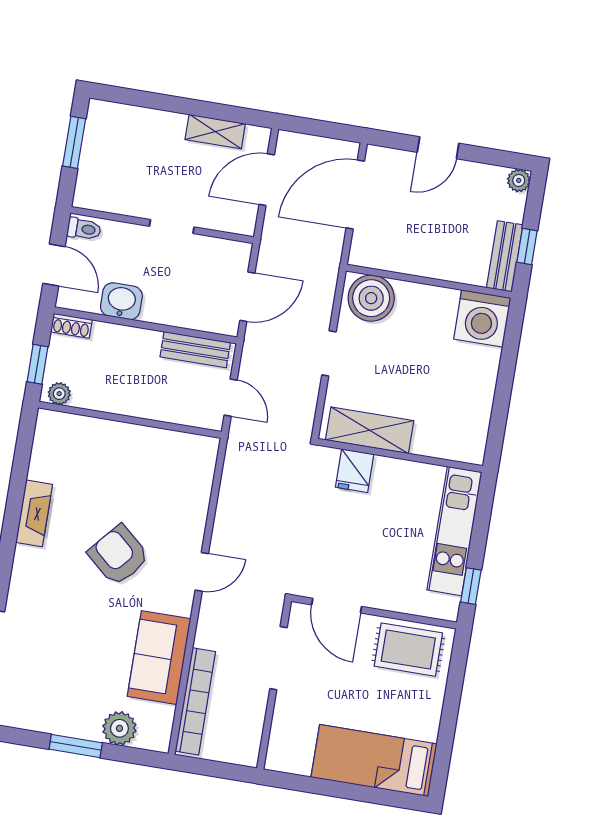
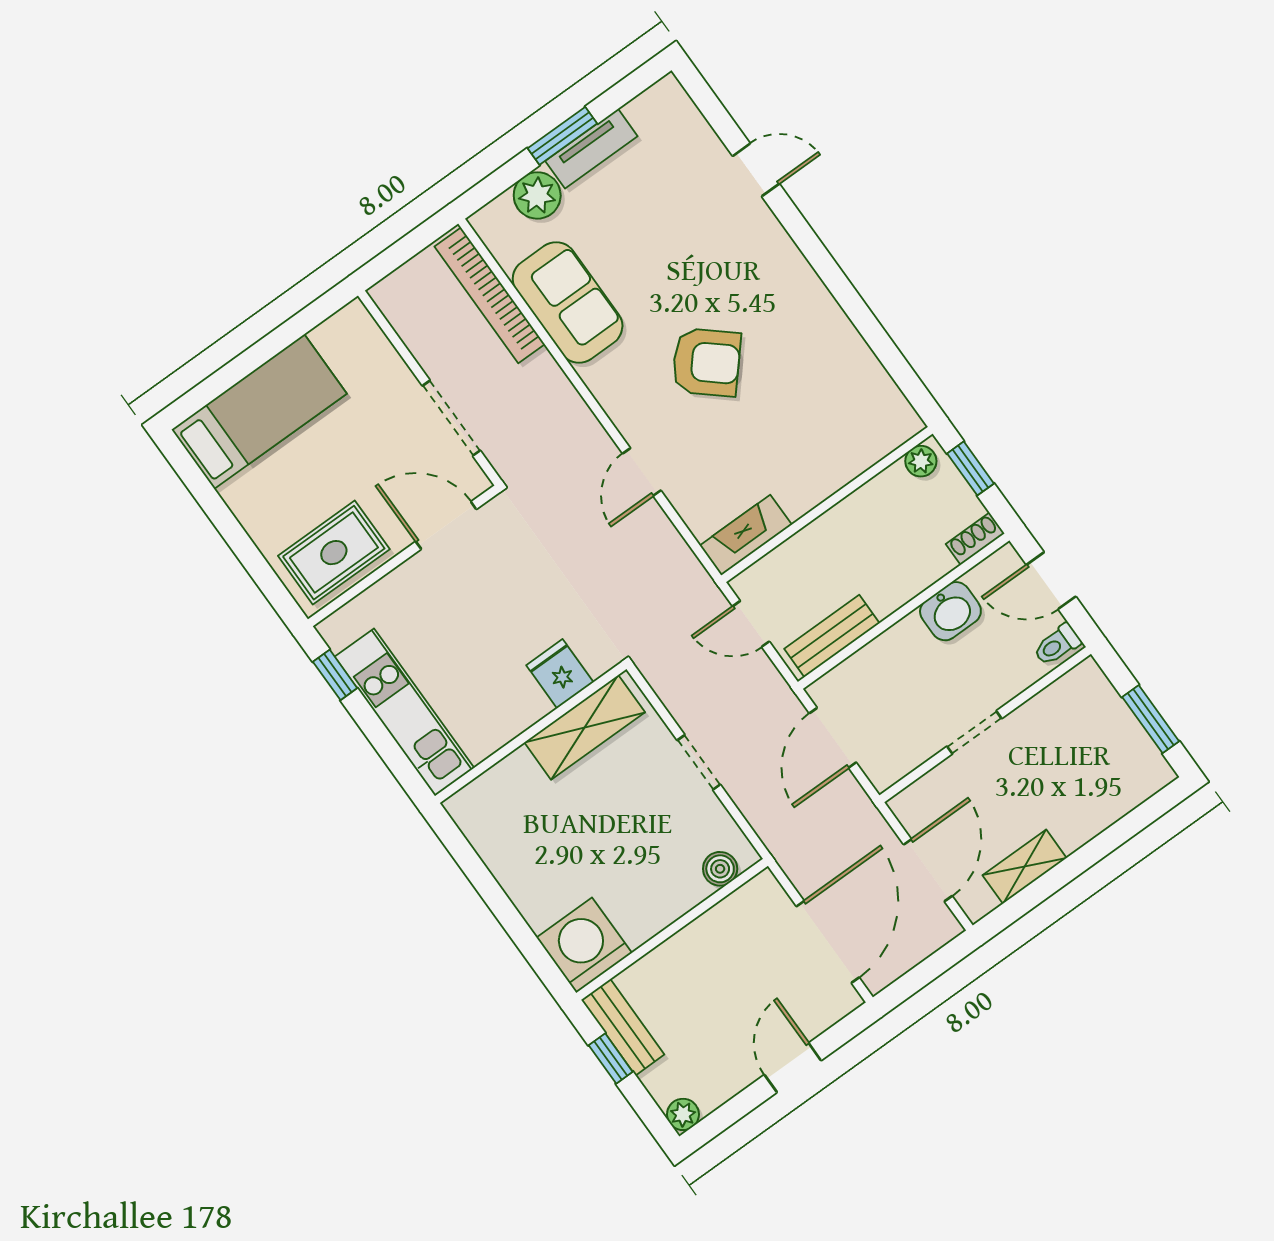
boiler: (371, 298) -> (720, 869), width x0.54, depth x0.54
fireplace: (34, 513) -> (746, 535), moved, turned 90
door: (202, 572) -> (642, 472), moved
tv unit: (67, 724) -> (591, 149), added

